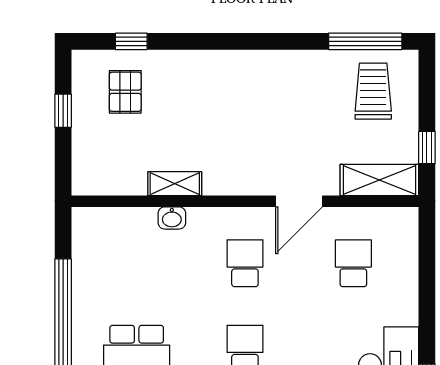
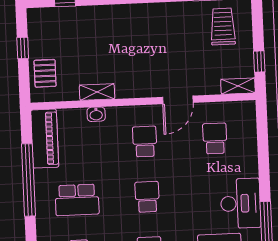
pallet: (125, 92) -> (45, 73), moved
shelving: (379, 180) -> (238, 86), width x0.67, depth x0.75
piano: (91, 252) -> (45, 139), added

